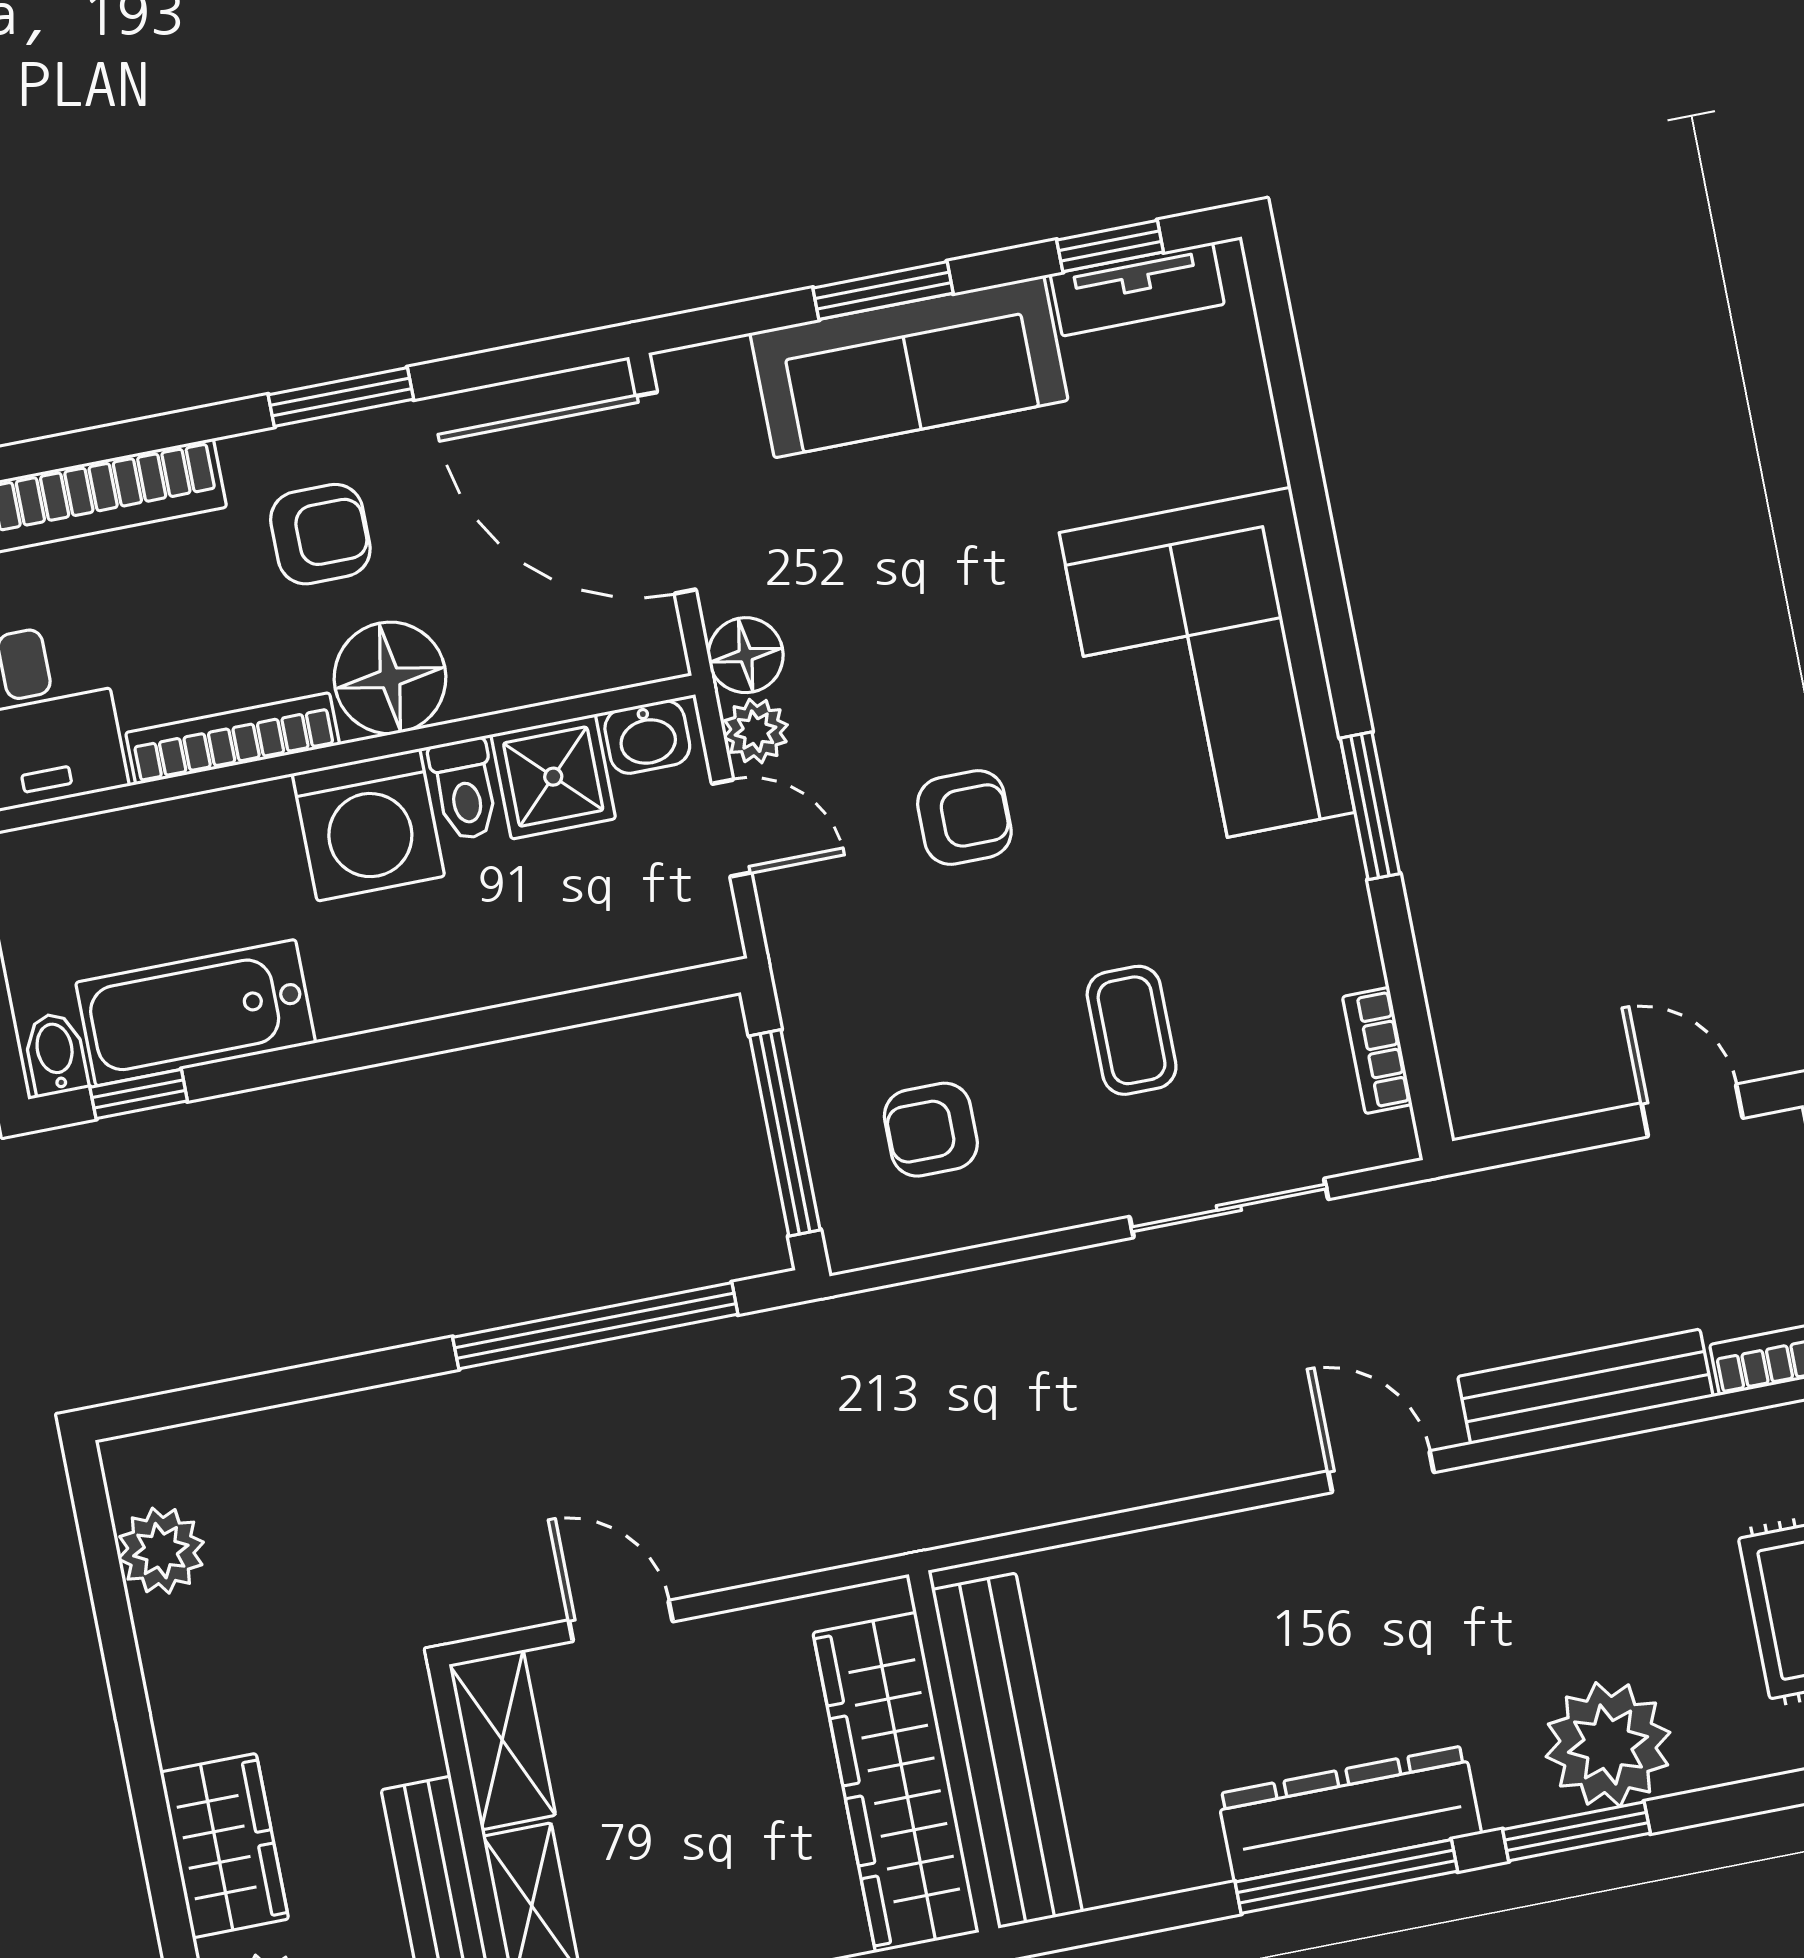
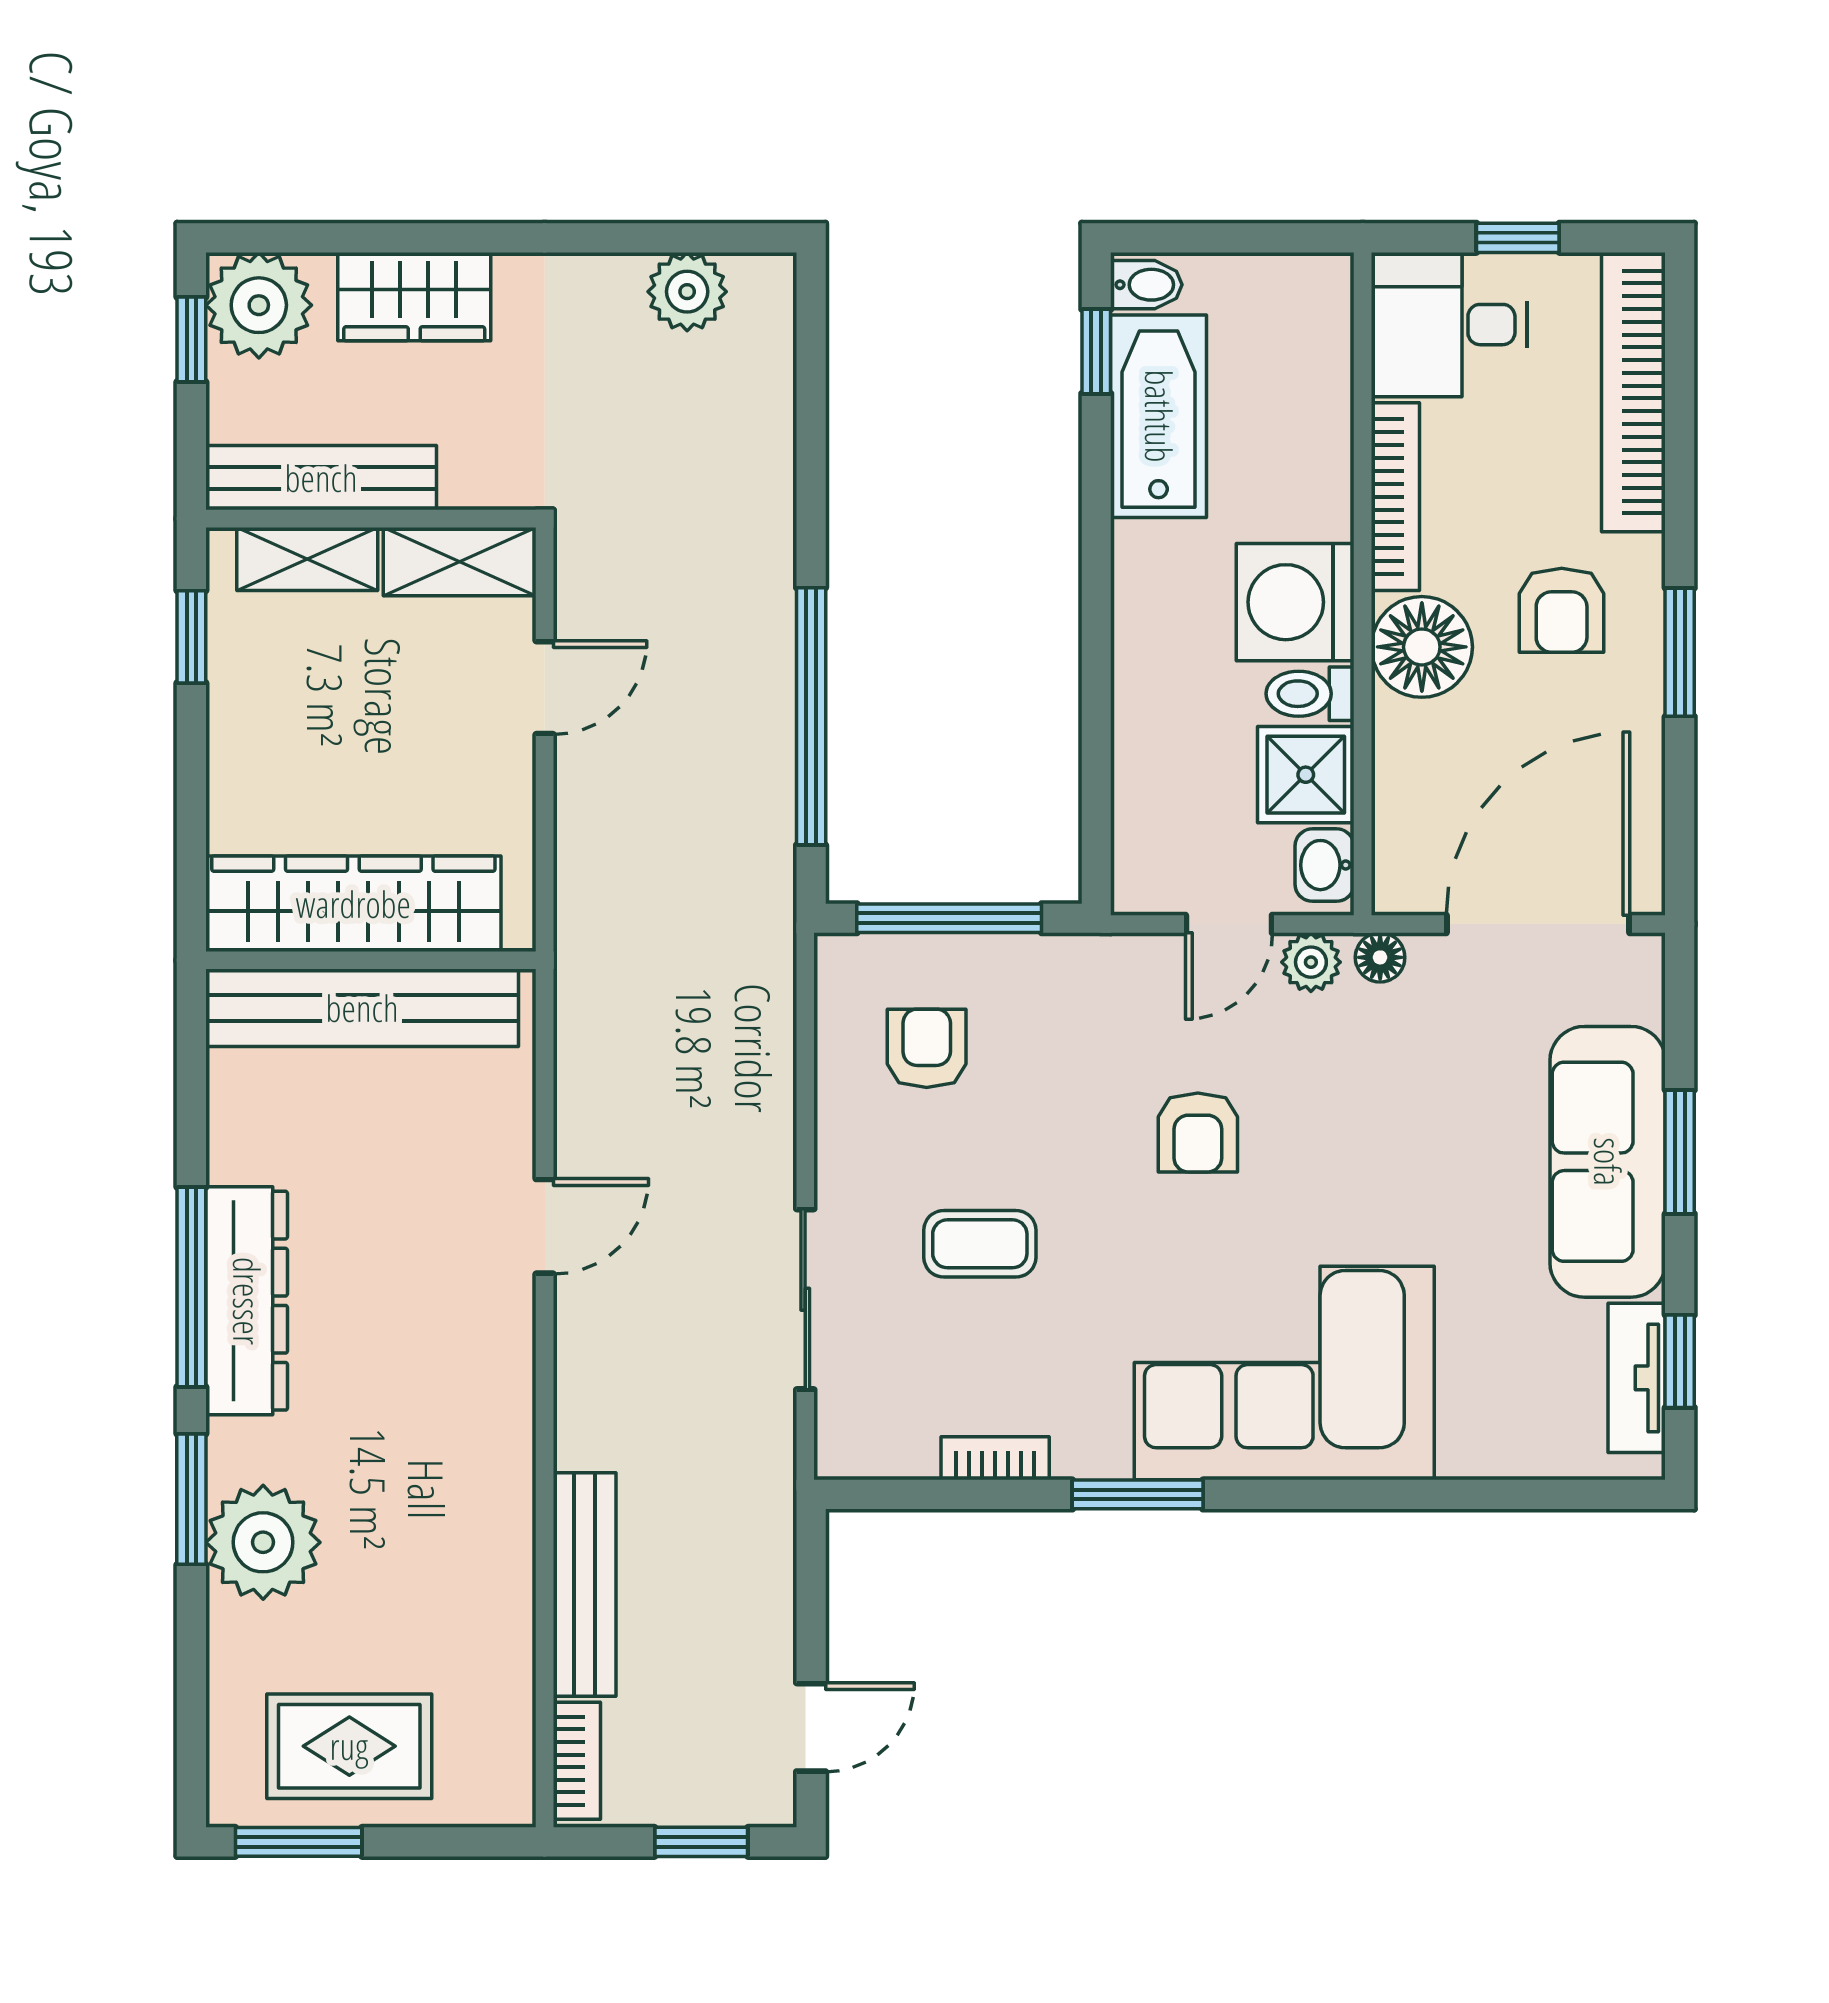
floor lamp: (746, 655) -> (1380, 957), width x0.73, depth x0.73
bookcase: (1377, 1051) -> (995, 1458), moved
door: (1381, 1472) -> (545, 1226), moved

